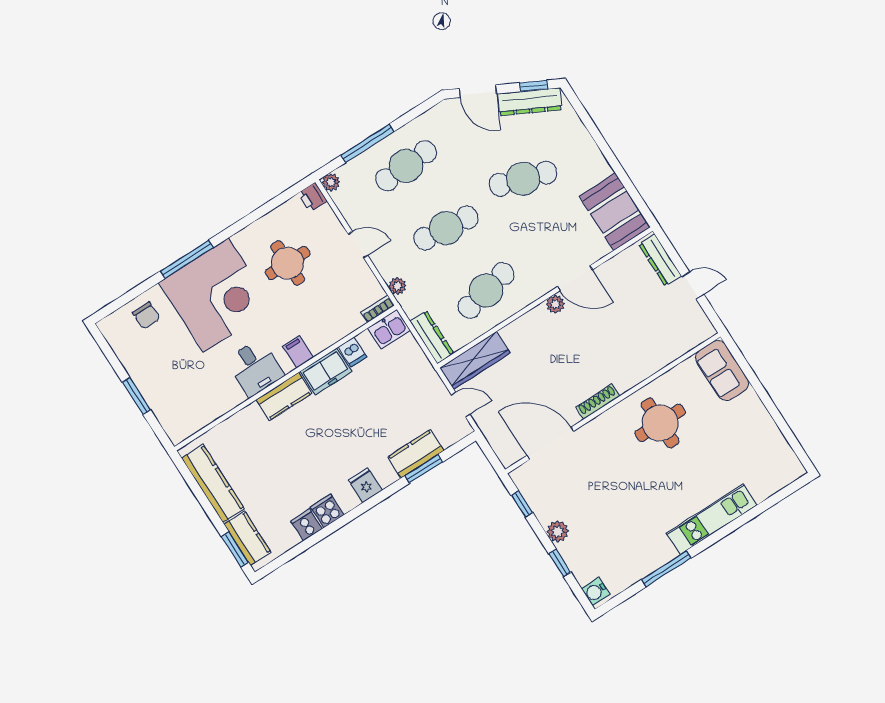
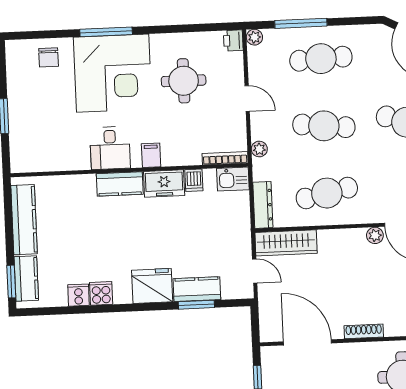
bookcase: (378, 309) -> (225, 158), width x1.56
fridge: (365, 485) -> (152, 286), width x1.88, depth x1.34

